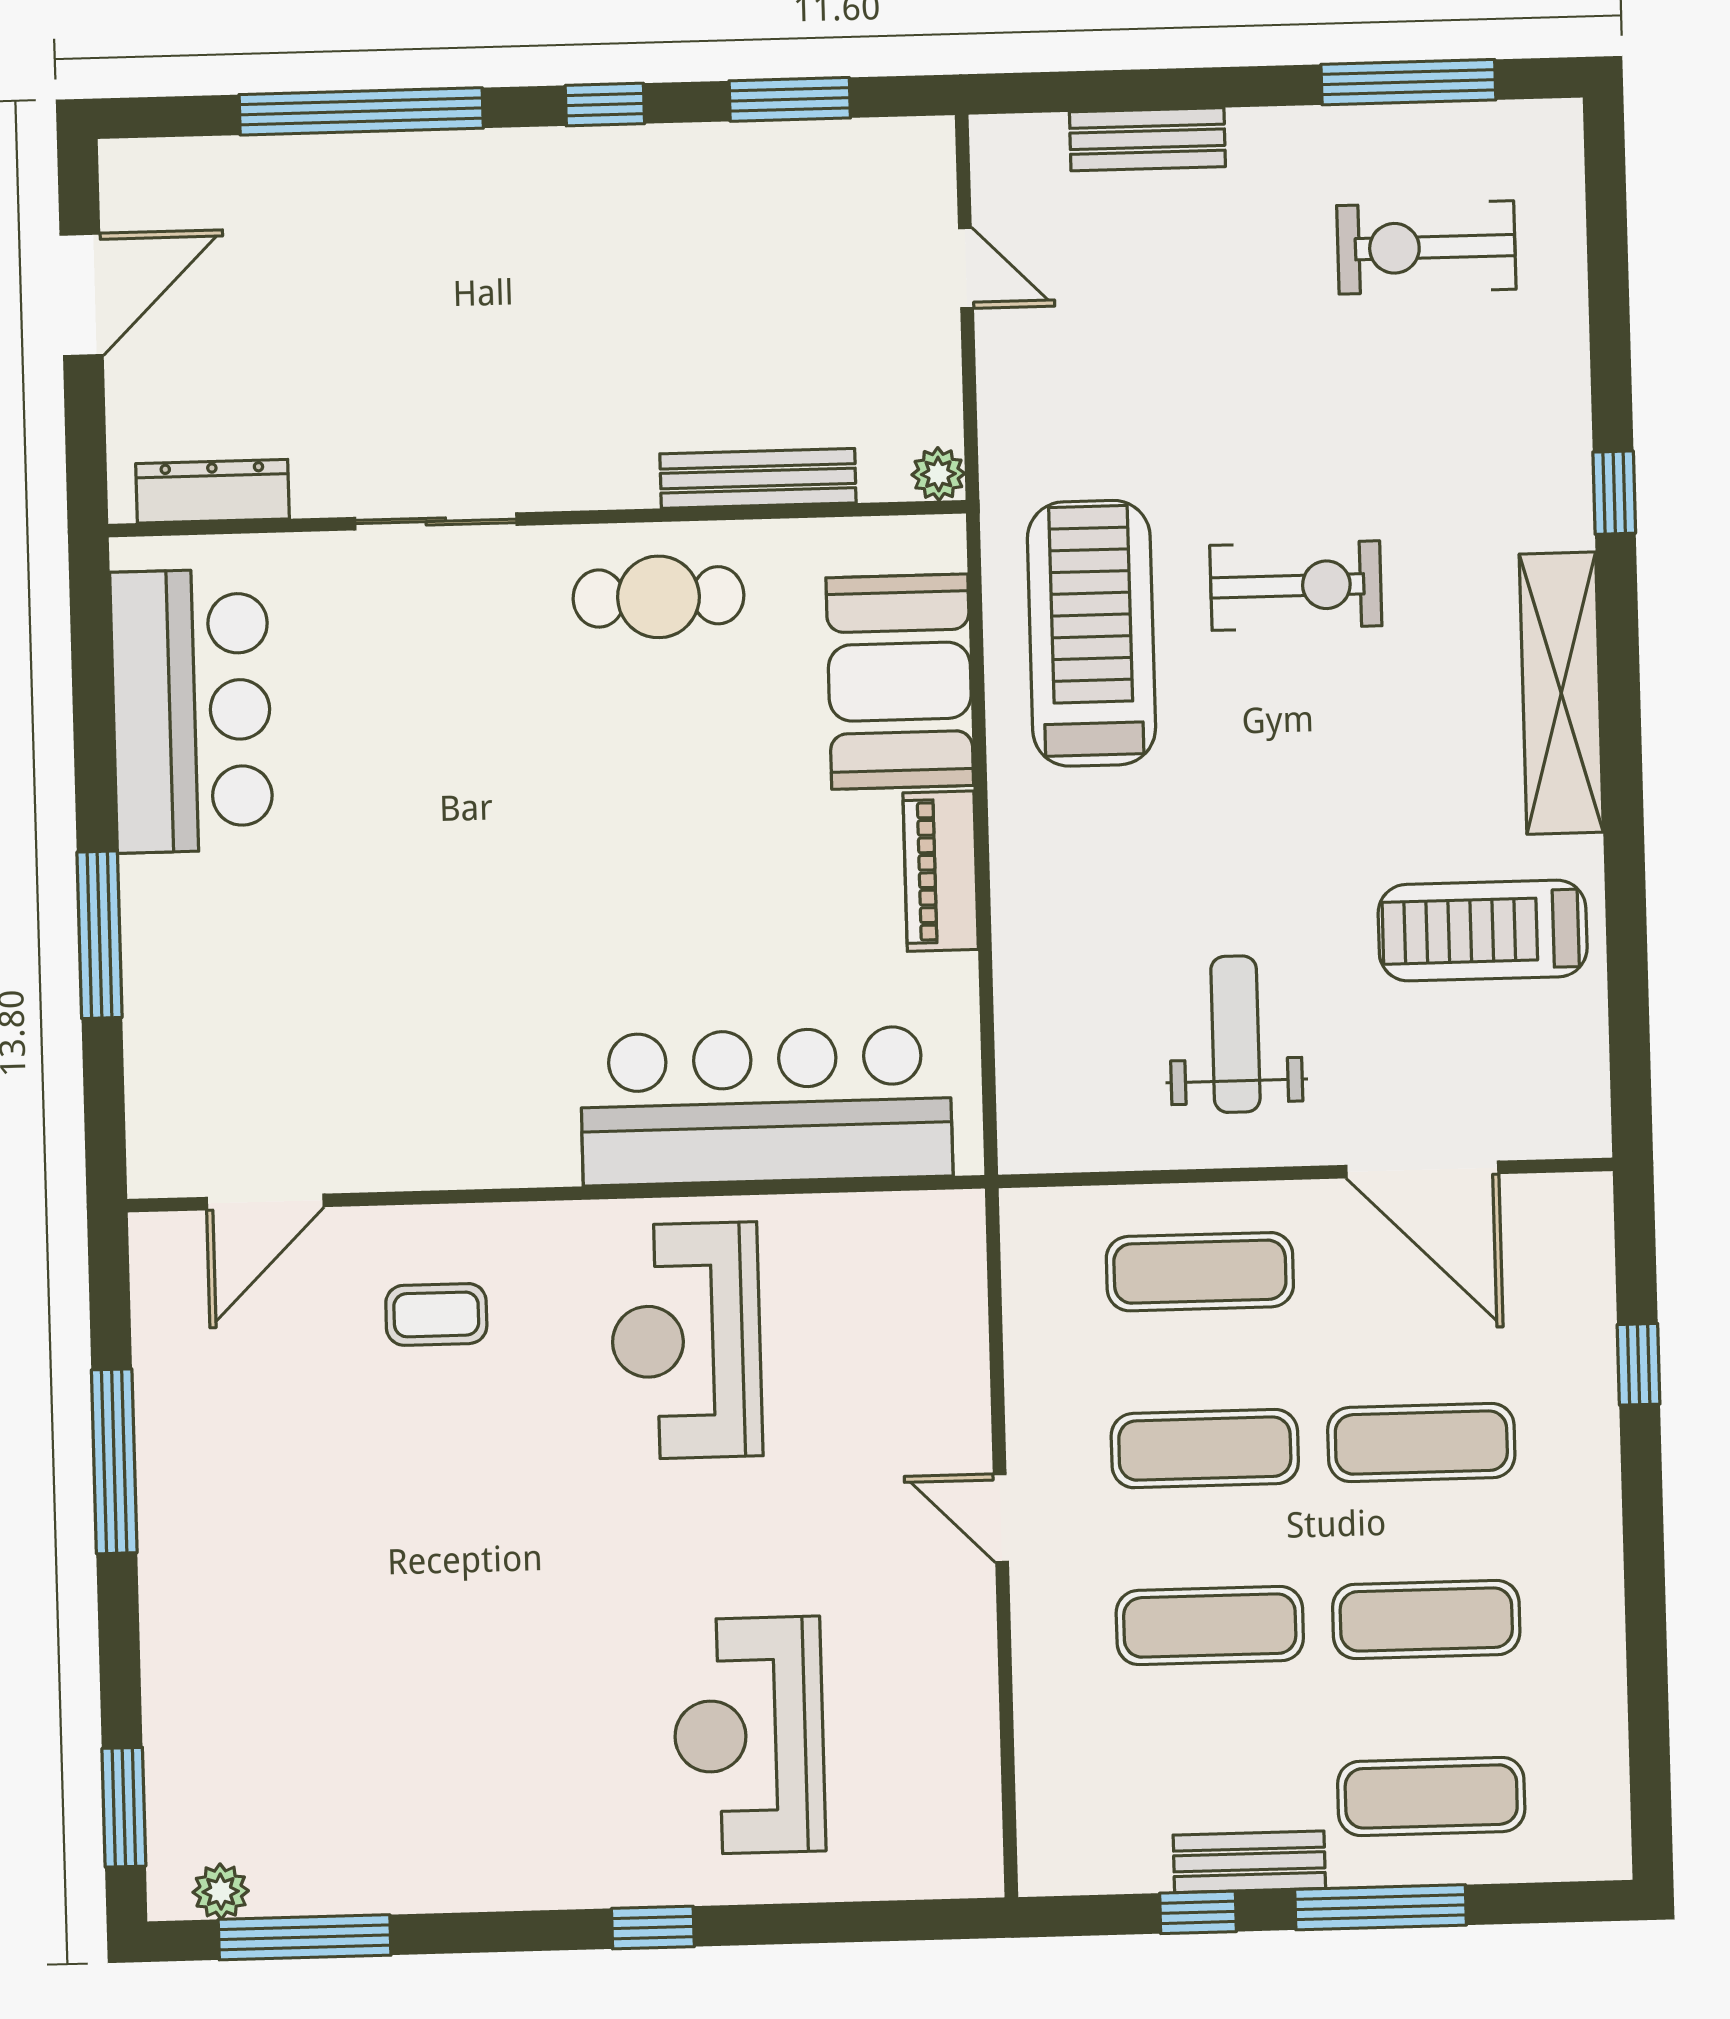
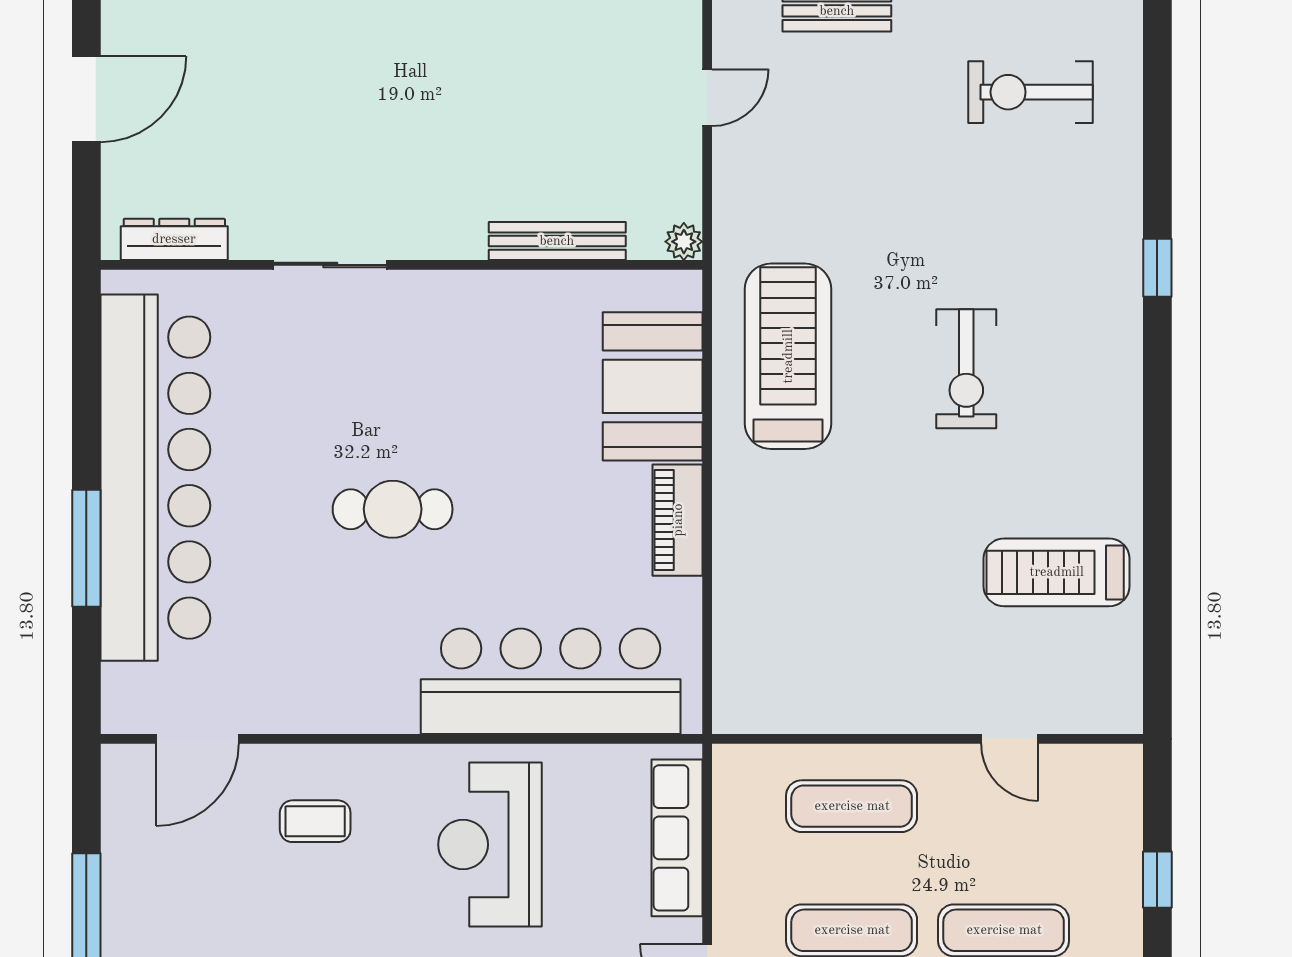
door: (966, 268) -> (707, 98), hinge flipped
exercise bike: (1296, 586) -> (966, 369), moved, turned 90
cafe table: (658, 597) -> (393, 509), moved
shelving: (1561, 693) -> (1116, 407), removed
bar counter: (192, 711) -> (155, 478), width x1.86
weight bench: (1235, 1034) -> (881, 640), removed
door: (1422, 1170) -> (1010, 739), width x0.53
row of seats: (953, 1324) -> (677, 838), added

